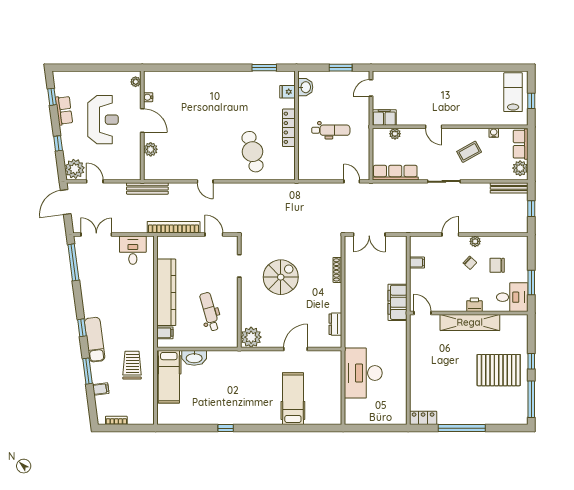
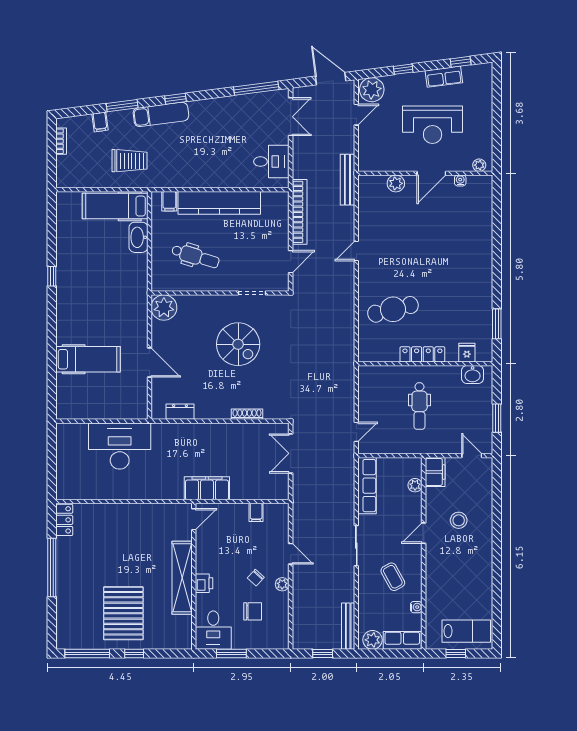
stool: (423, 98) -> (459, 520), added
chair: (497, 265) -> (253, 611), turned 90
dental chair: (210, 312) -> (195, 256), turned 33

